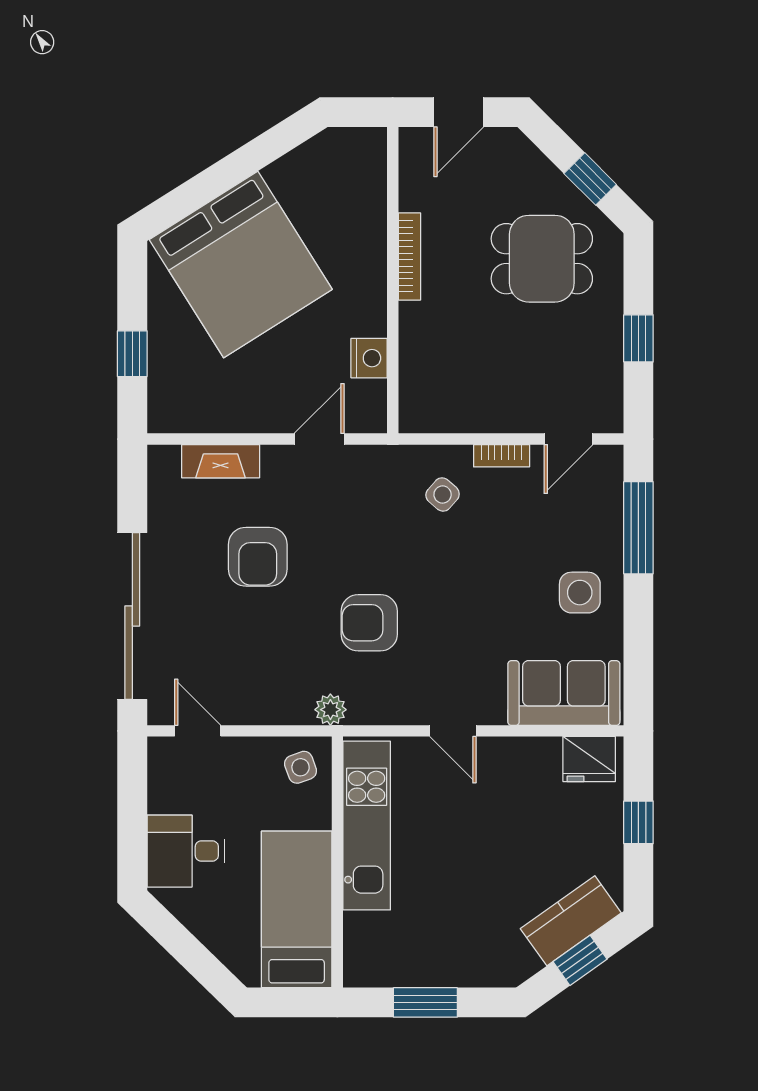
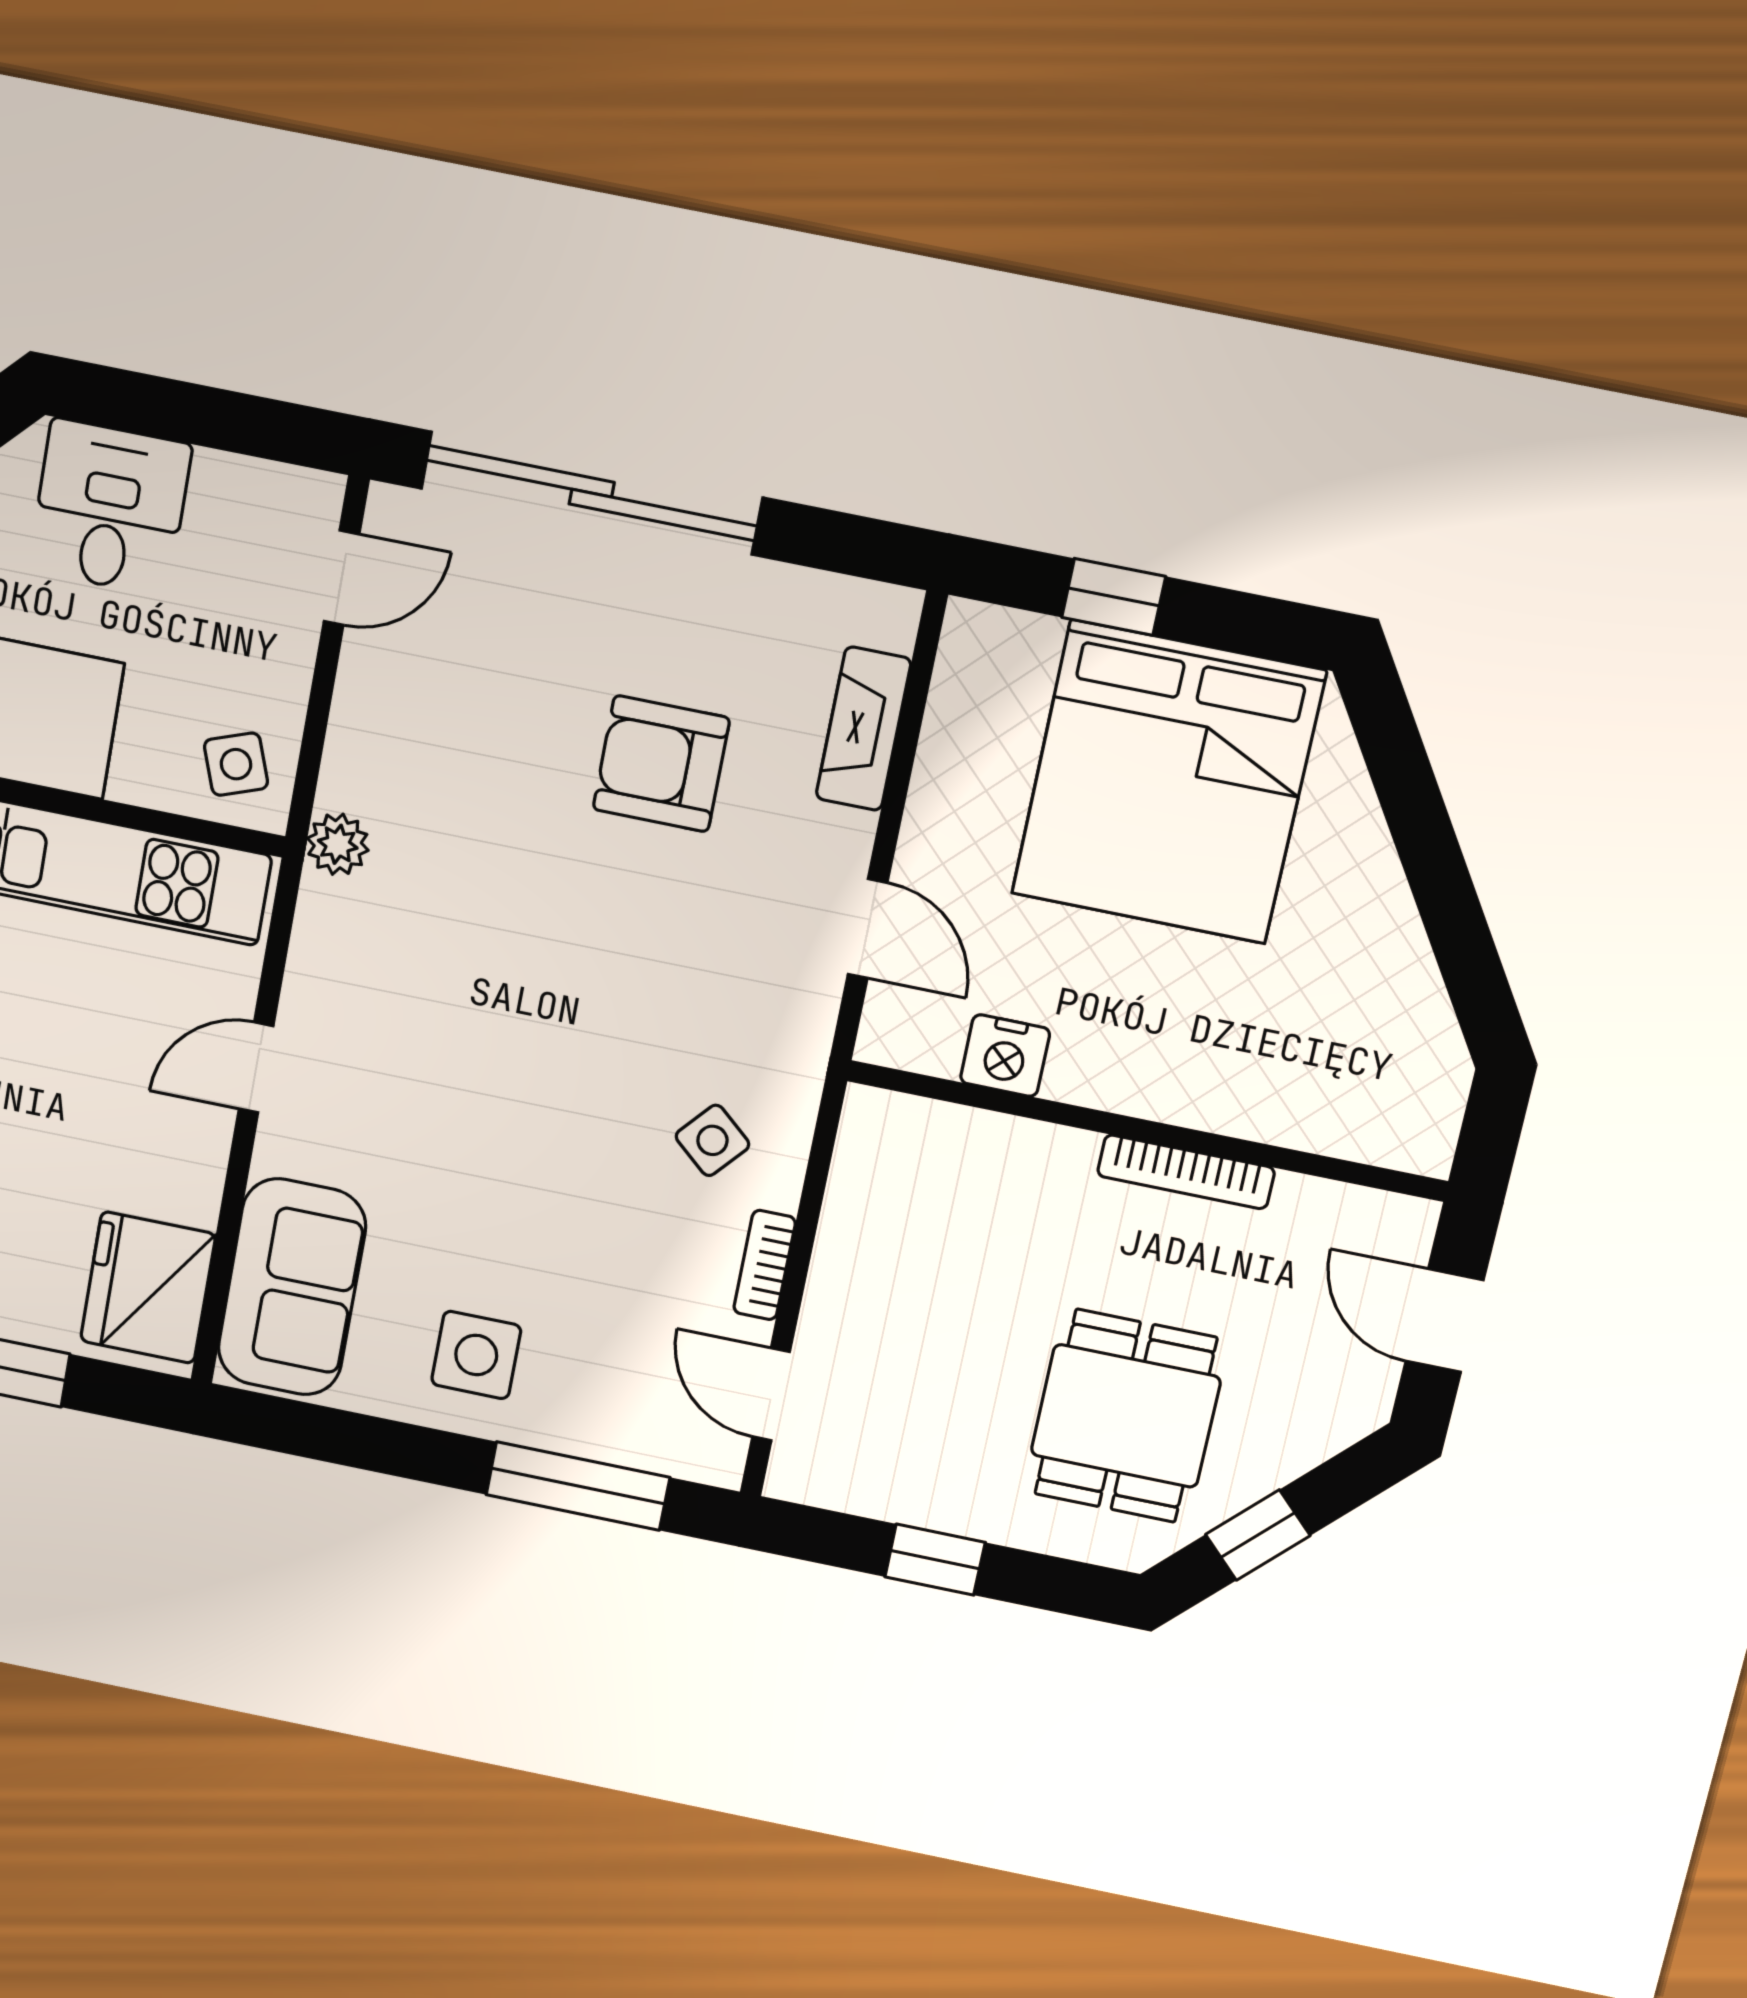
bed: (241, 265) -> (1168, 782), moved, turned -58
armchair: (369, 623) -> (492, 952), removed
fridge: (589, 759) -> (148, 1288), width x1.36, depth x1.34

